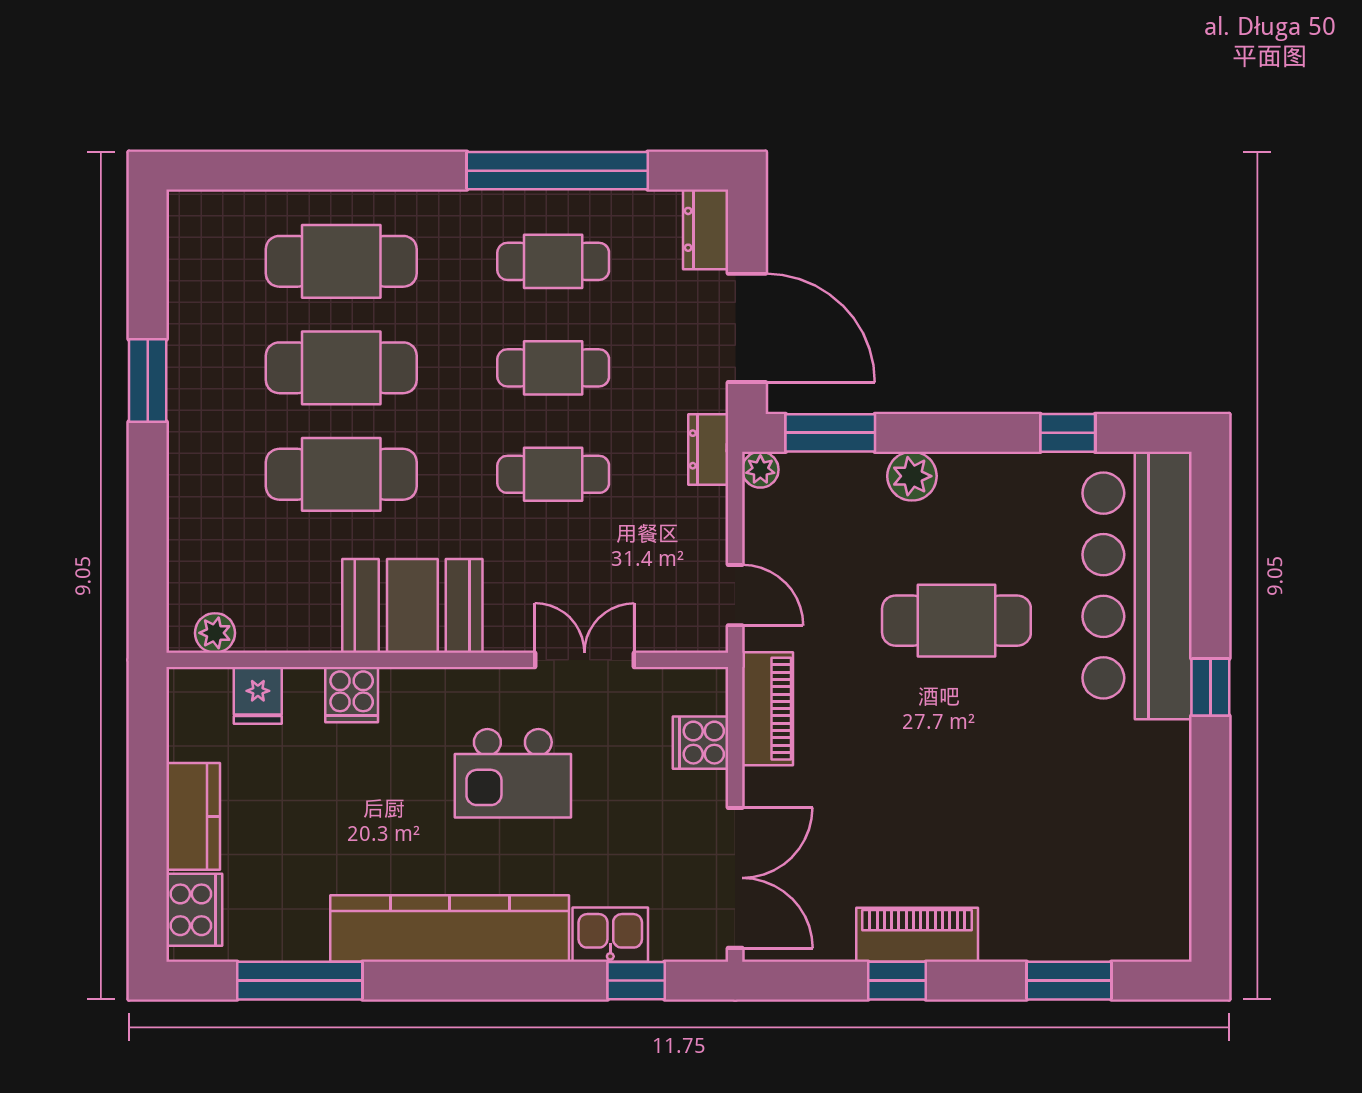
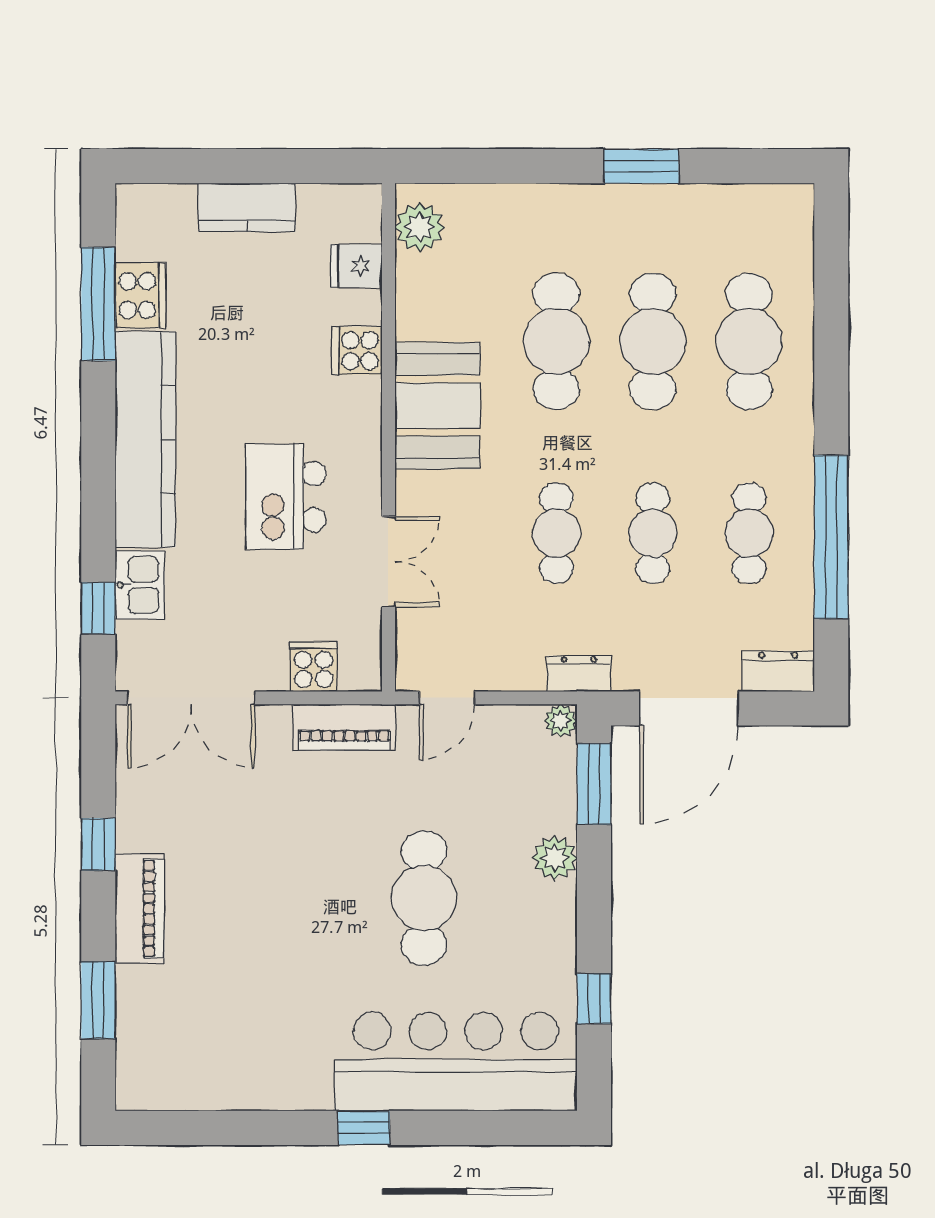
plant: (215, 633) -> (420, 227), width x1.38, depth x1.38
cooker: (194, 910) -> (140, 296), moved, turned -90
piano: (917, 935) -> (140, 909), moved

